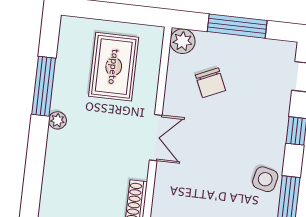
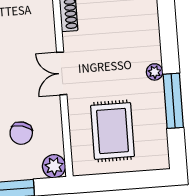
chair: (211, 83) -> (21, 133), turned -141

